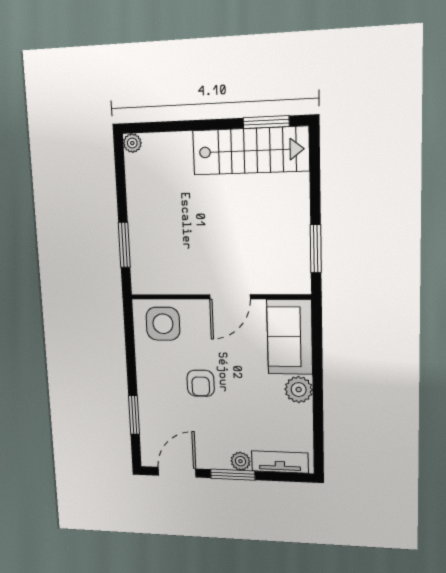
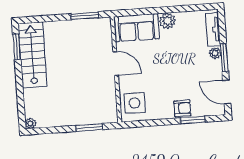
armchair: (201, 383) -> (182, 108), moved

